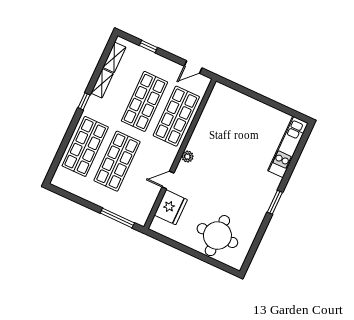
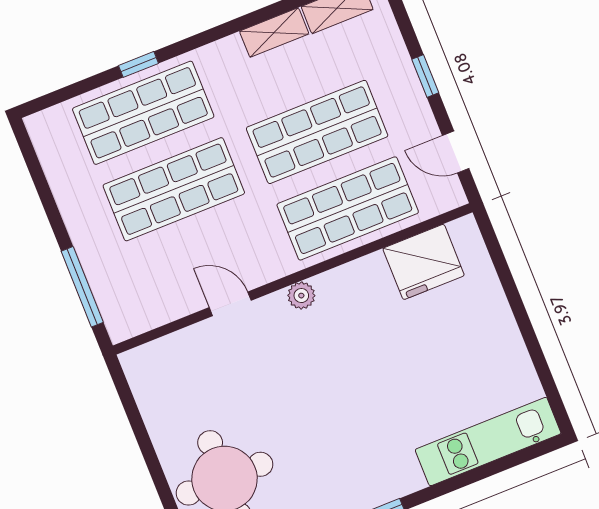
window: (148, 47) -> (425, 76), moved
window: (84, 101) -> (138, 64), moved
fridge: (171, 207) -> (424, 262), moved

